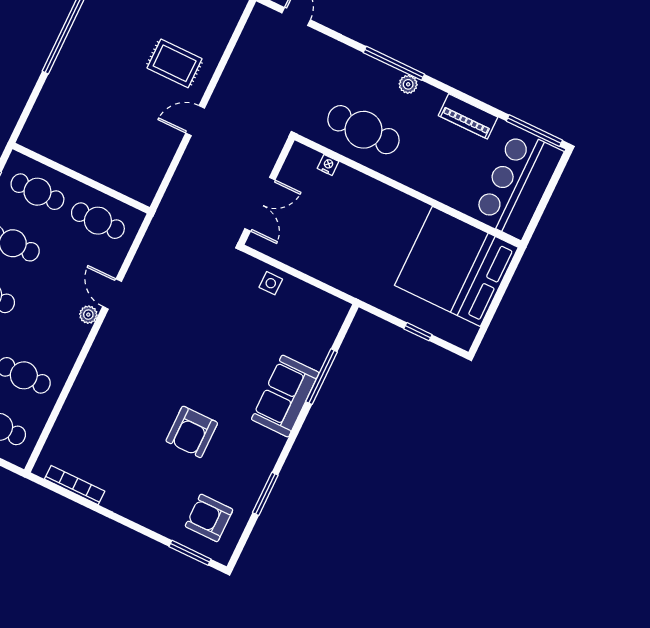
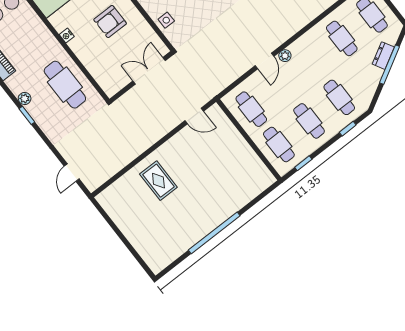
window: (394, 63) -> (27, 115), width x0.46
door: (195, 121) -> (194, 116), moved
nightstand: (328, 165) -> (67, 36), moved
armchair: (345, 244) -> (110, 22), added

